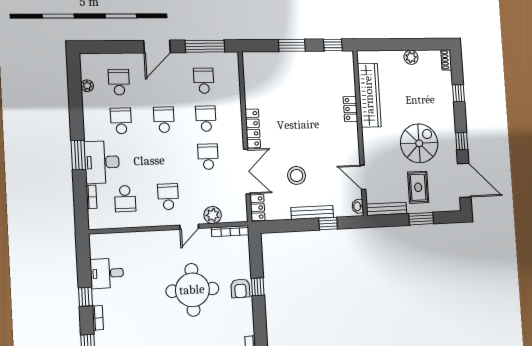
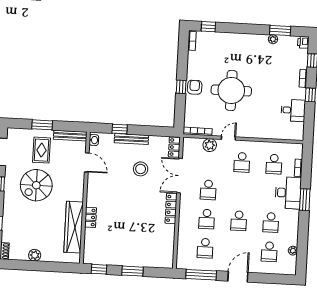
school desk: (125, 199) -> (274, 164), turned 180

